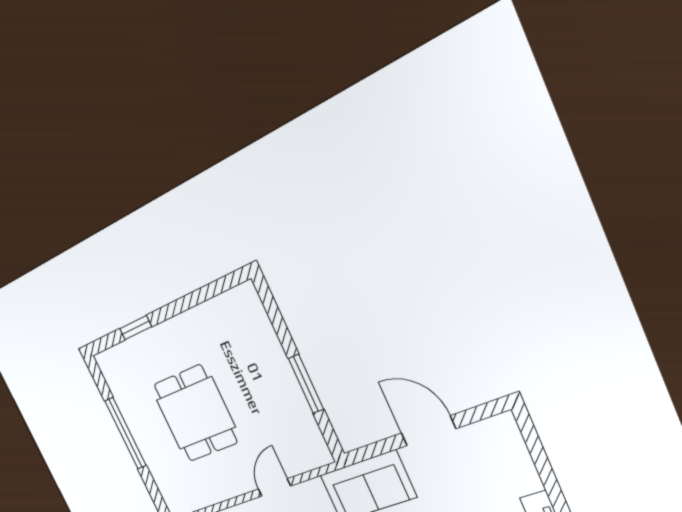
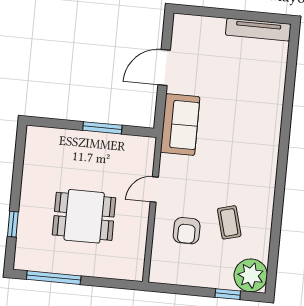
window: (126, 433) -> (54, 278), moved
door: (274, 487) -> (154, 189), hinge flipped

